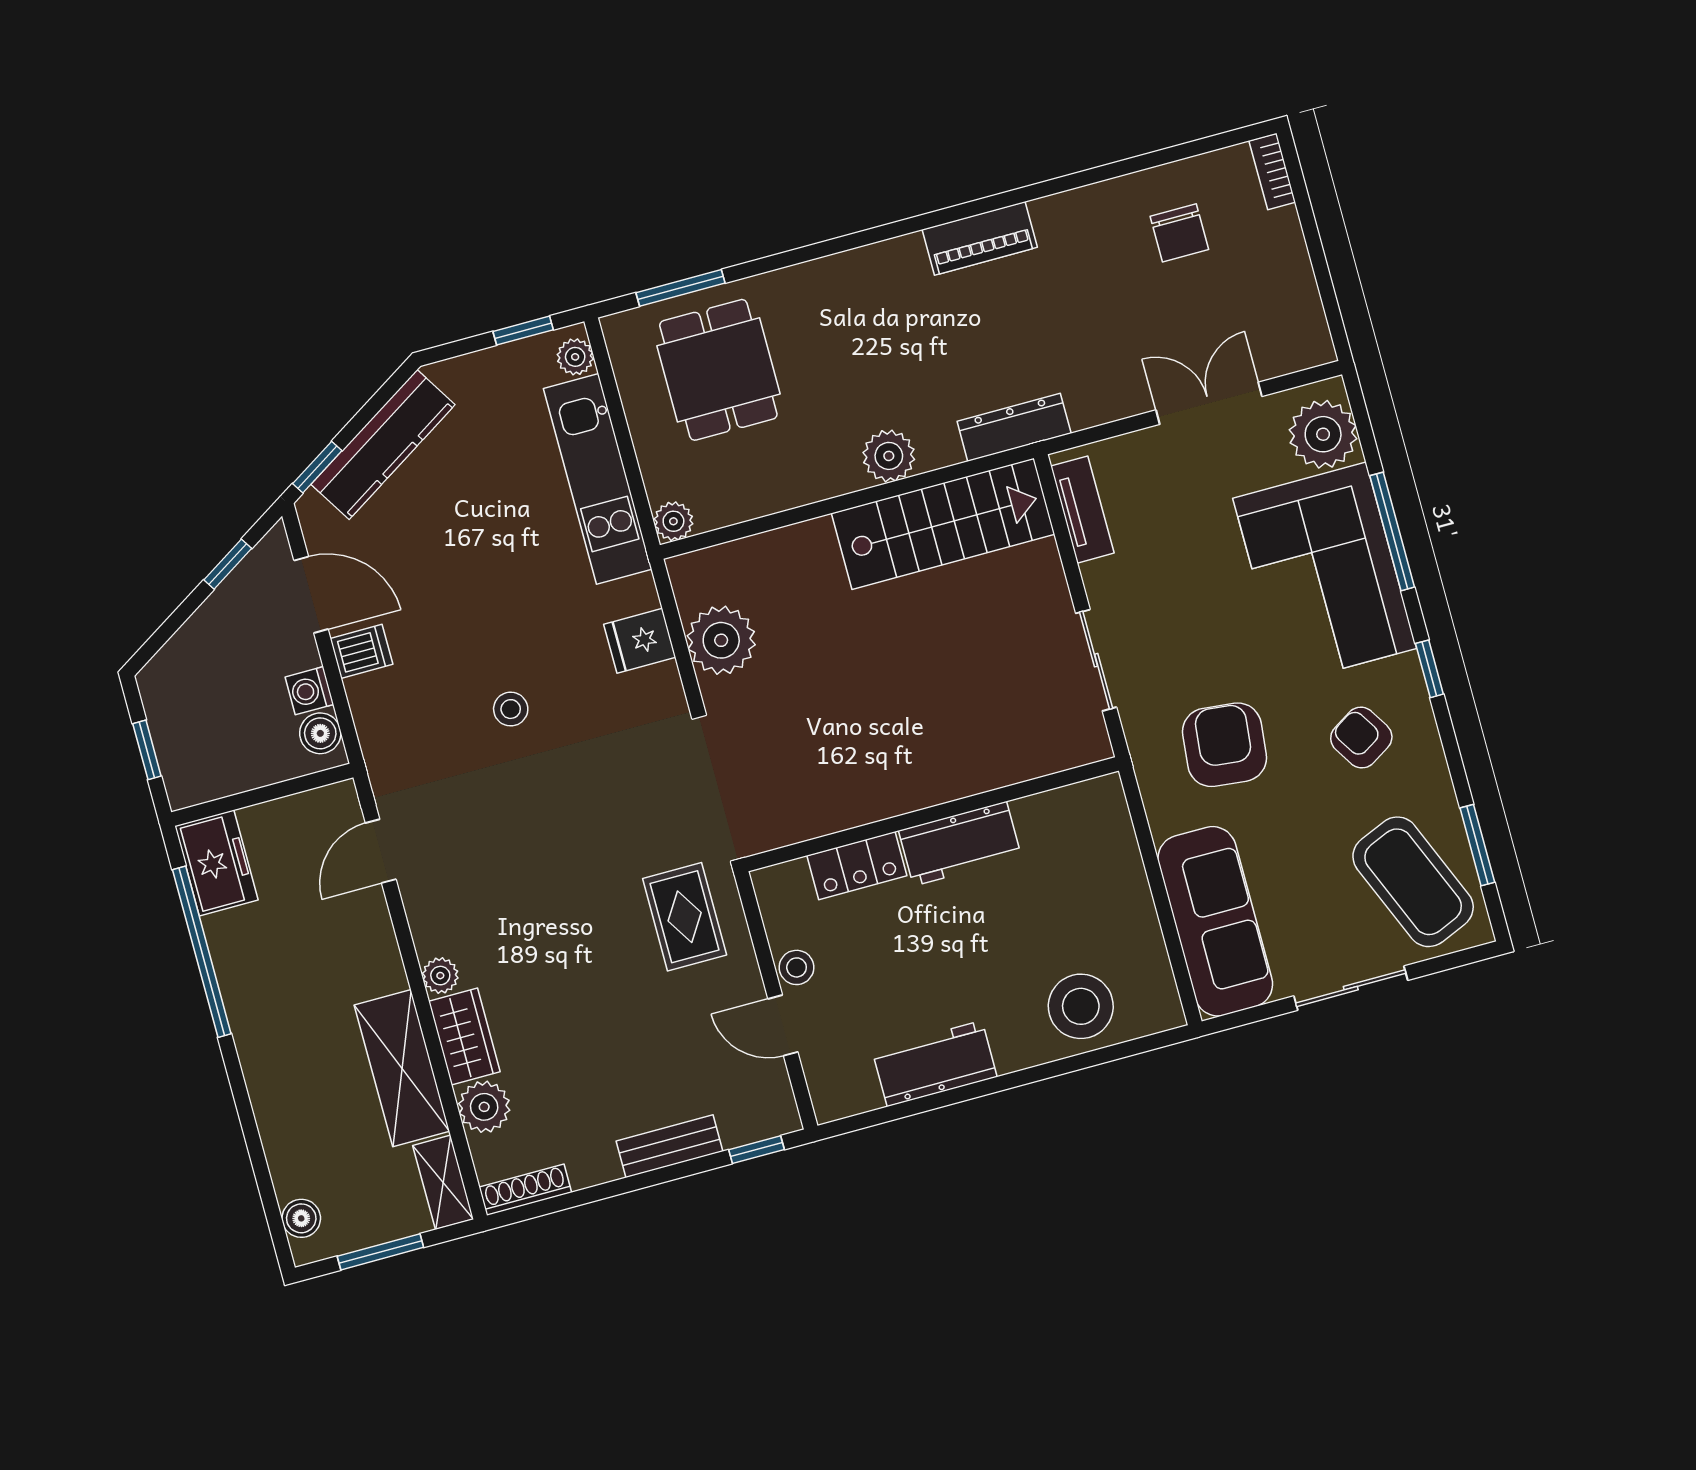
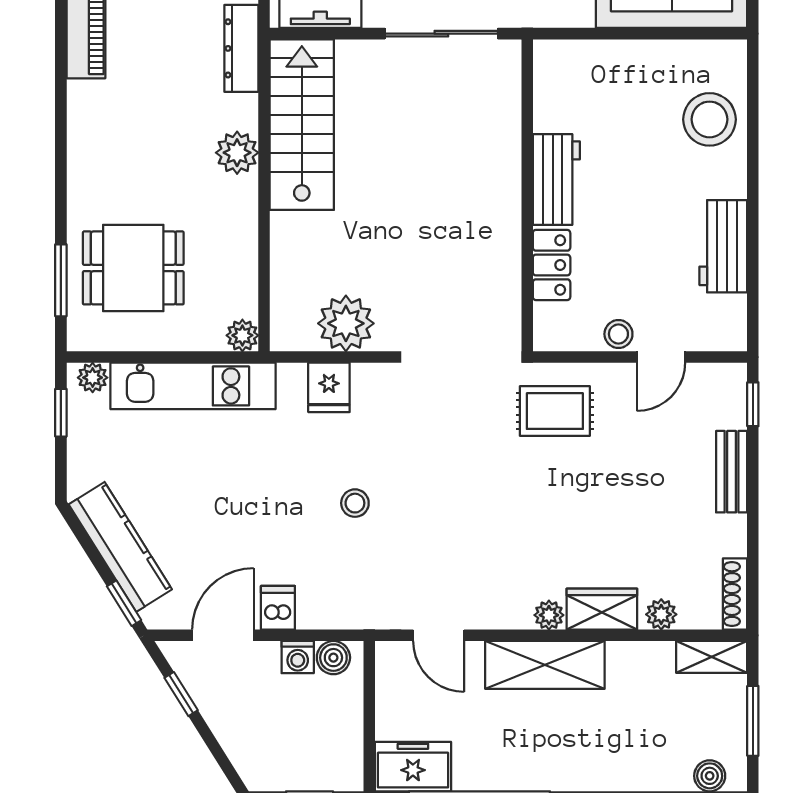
sliding door: (1096, 660) -> (441, 34), width x1.37
shelving: (402, 1068) -> (545, 665), moved
plant: (484, 1107) -> (661, 614), width x0.73, depth x0.73

